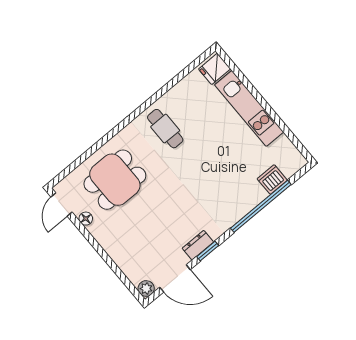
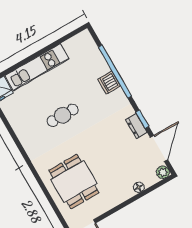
cafe table: (165, 129) -> (63, 115), moved
dishwasher: (272, 179) -> (109, 83), moved
floor lamp: (86, 219) -> (139, 187), moved

